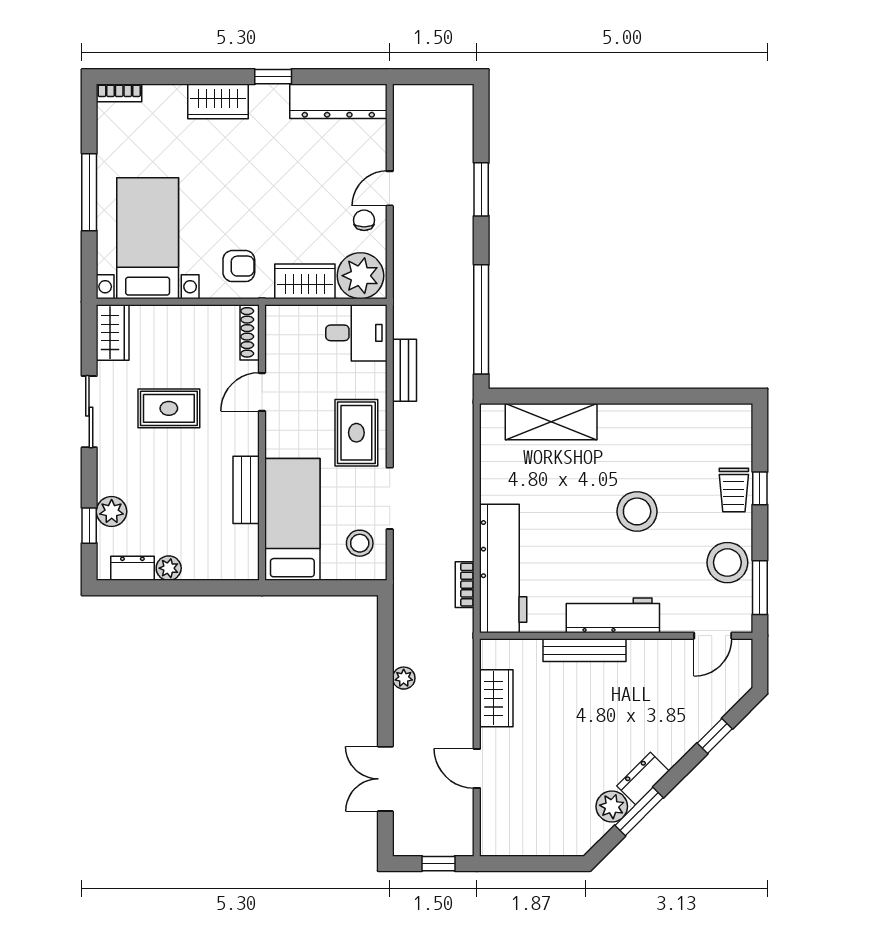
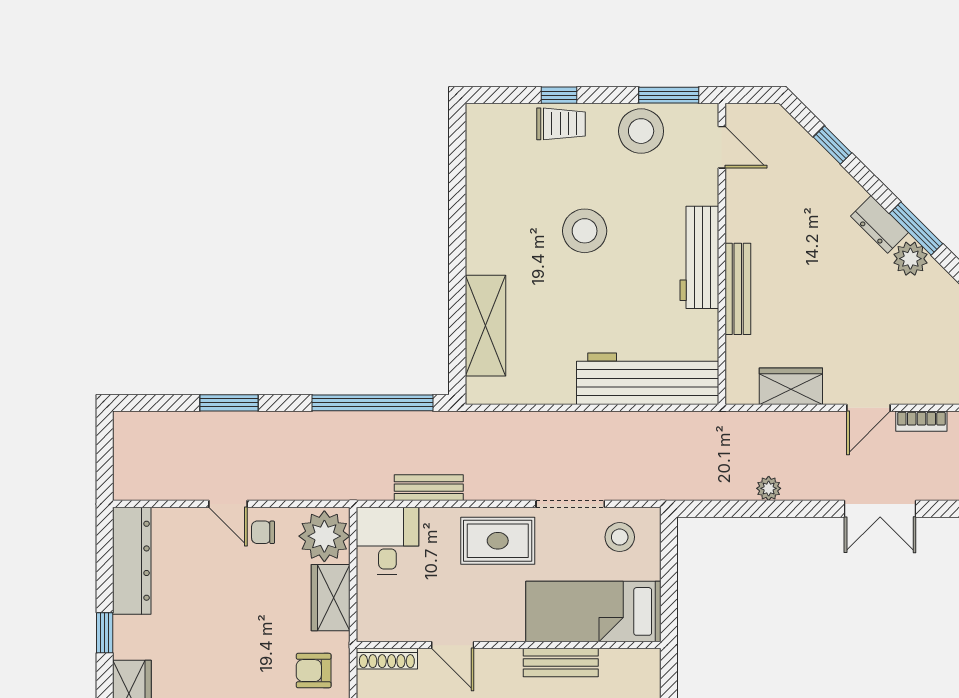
armchair: (239, 266) -> (314, 671), turned -90
bookcase: (465, 585) -> (921, 421), moved

